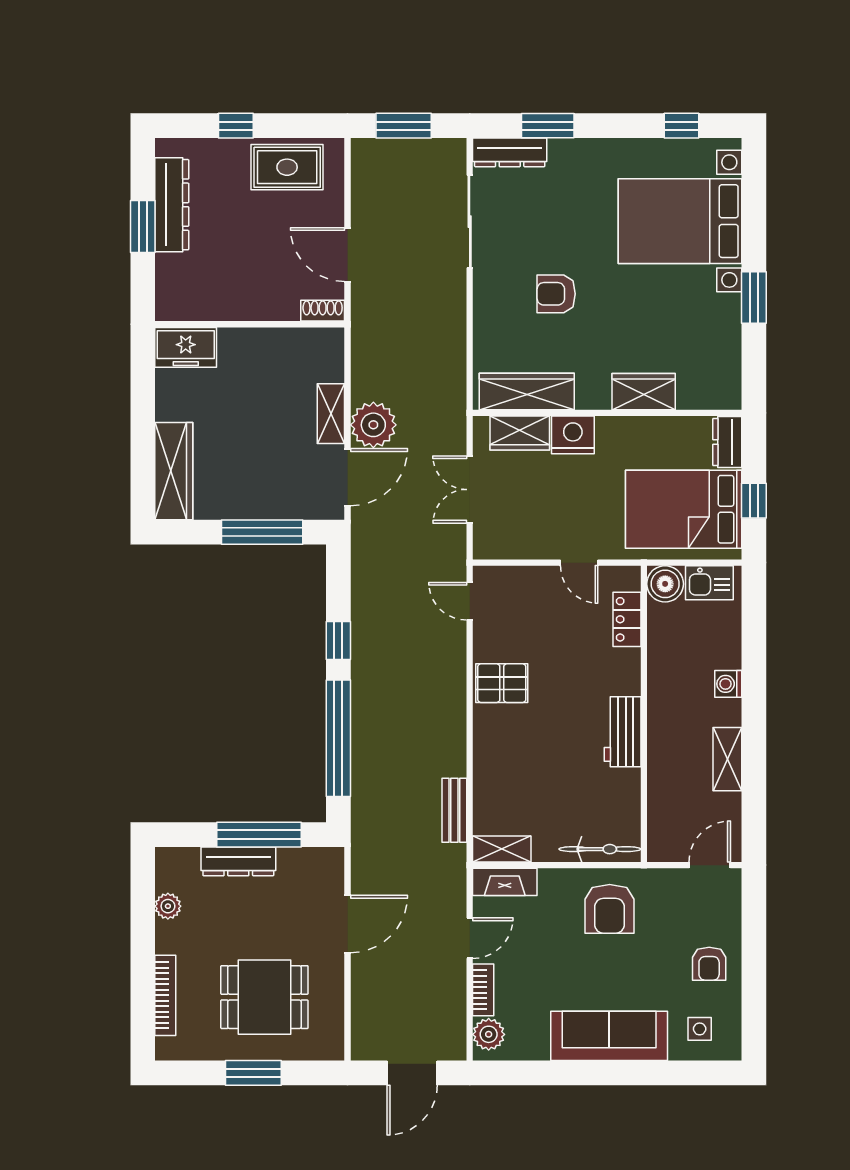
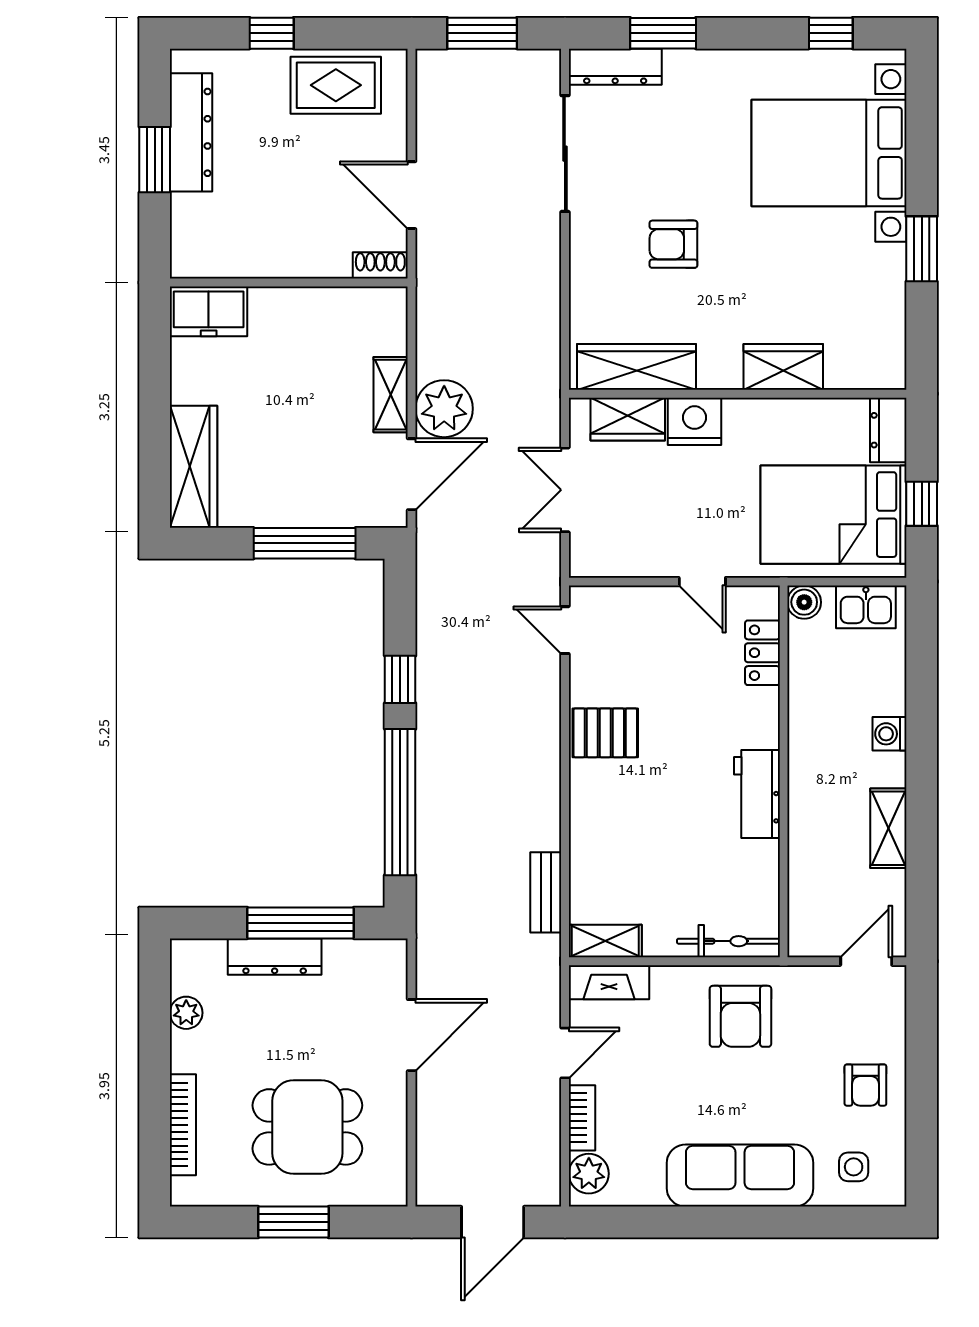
boiler: (665, 584) -> (804, 602), width x0.73, depth x0.73

